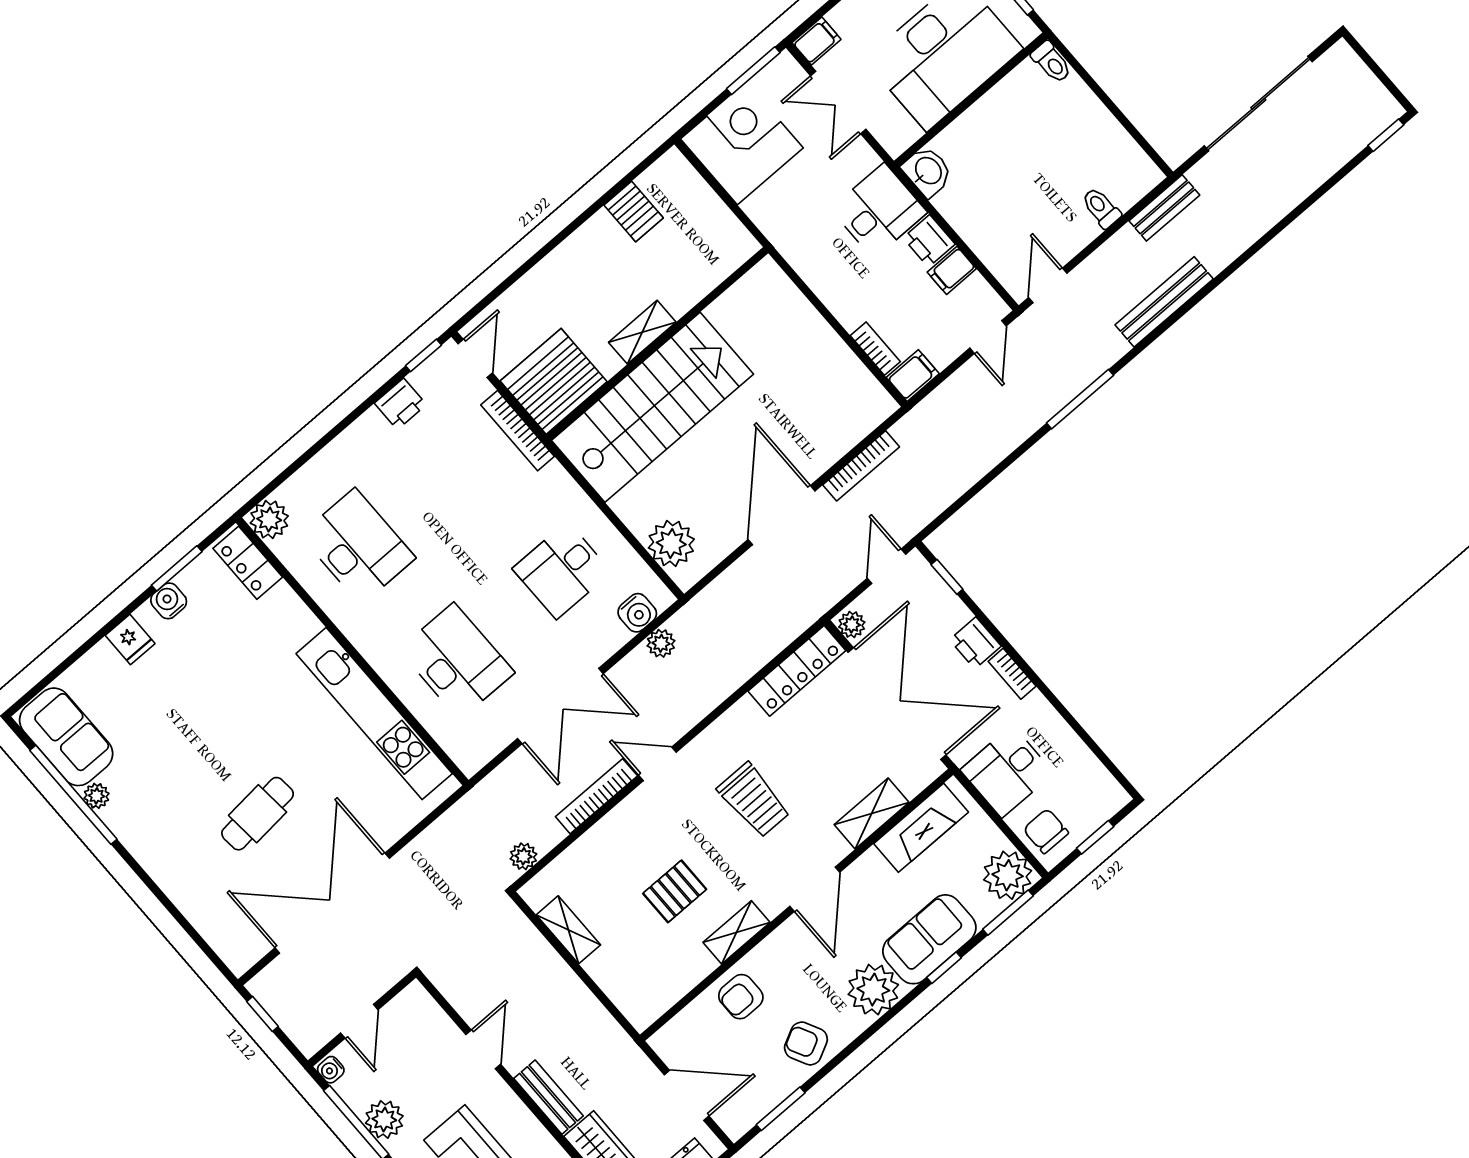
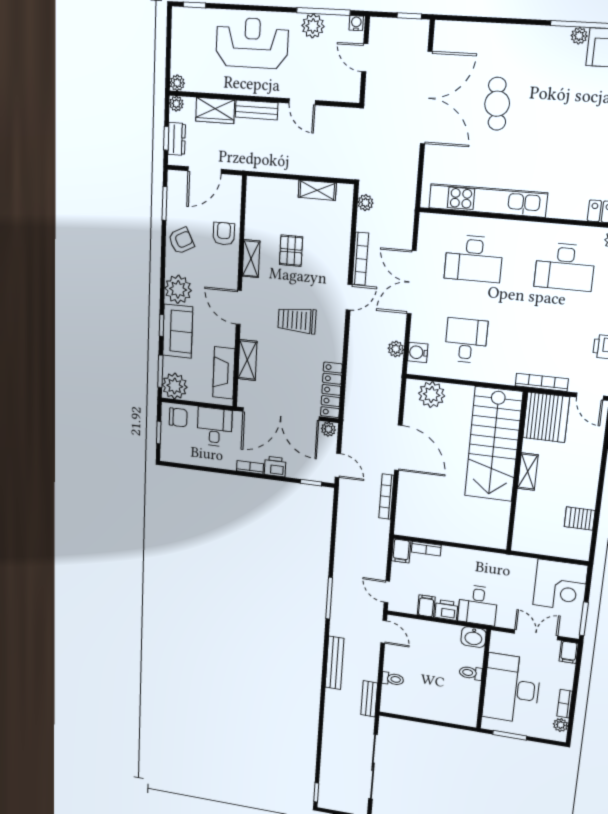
toilet: (1052, 62) -> (471, 673), moved

